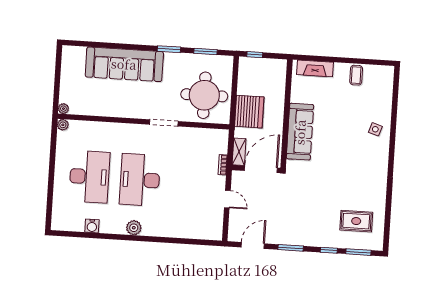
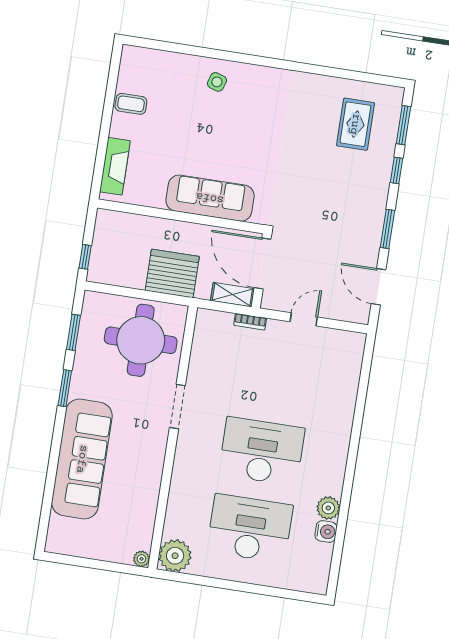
plant: (63, 125) -> (175, 556), width x1.87, depth x1.87
desk: (140, 180) -> (262, 451), turned 180
plant: (134, 228) -> (328, 508), moved

